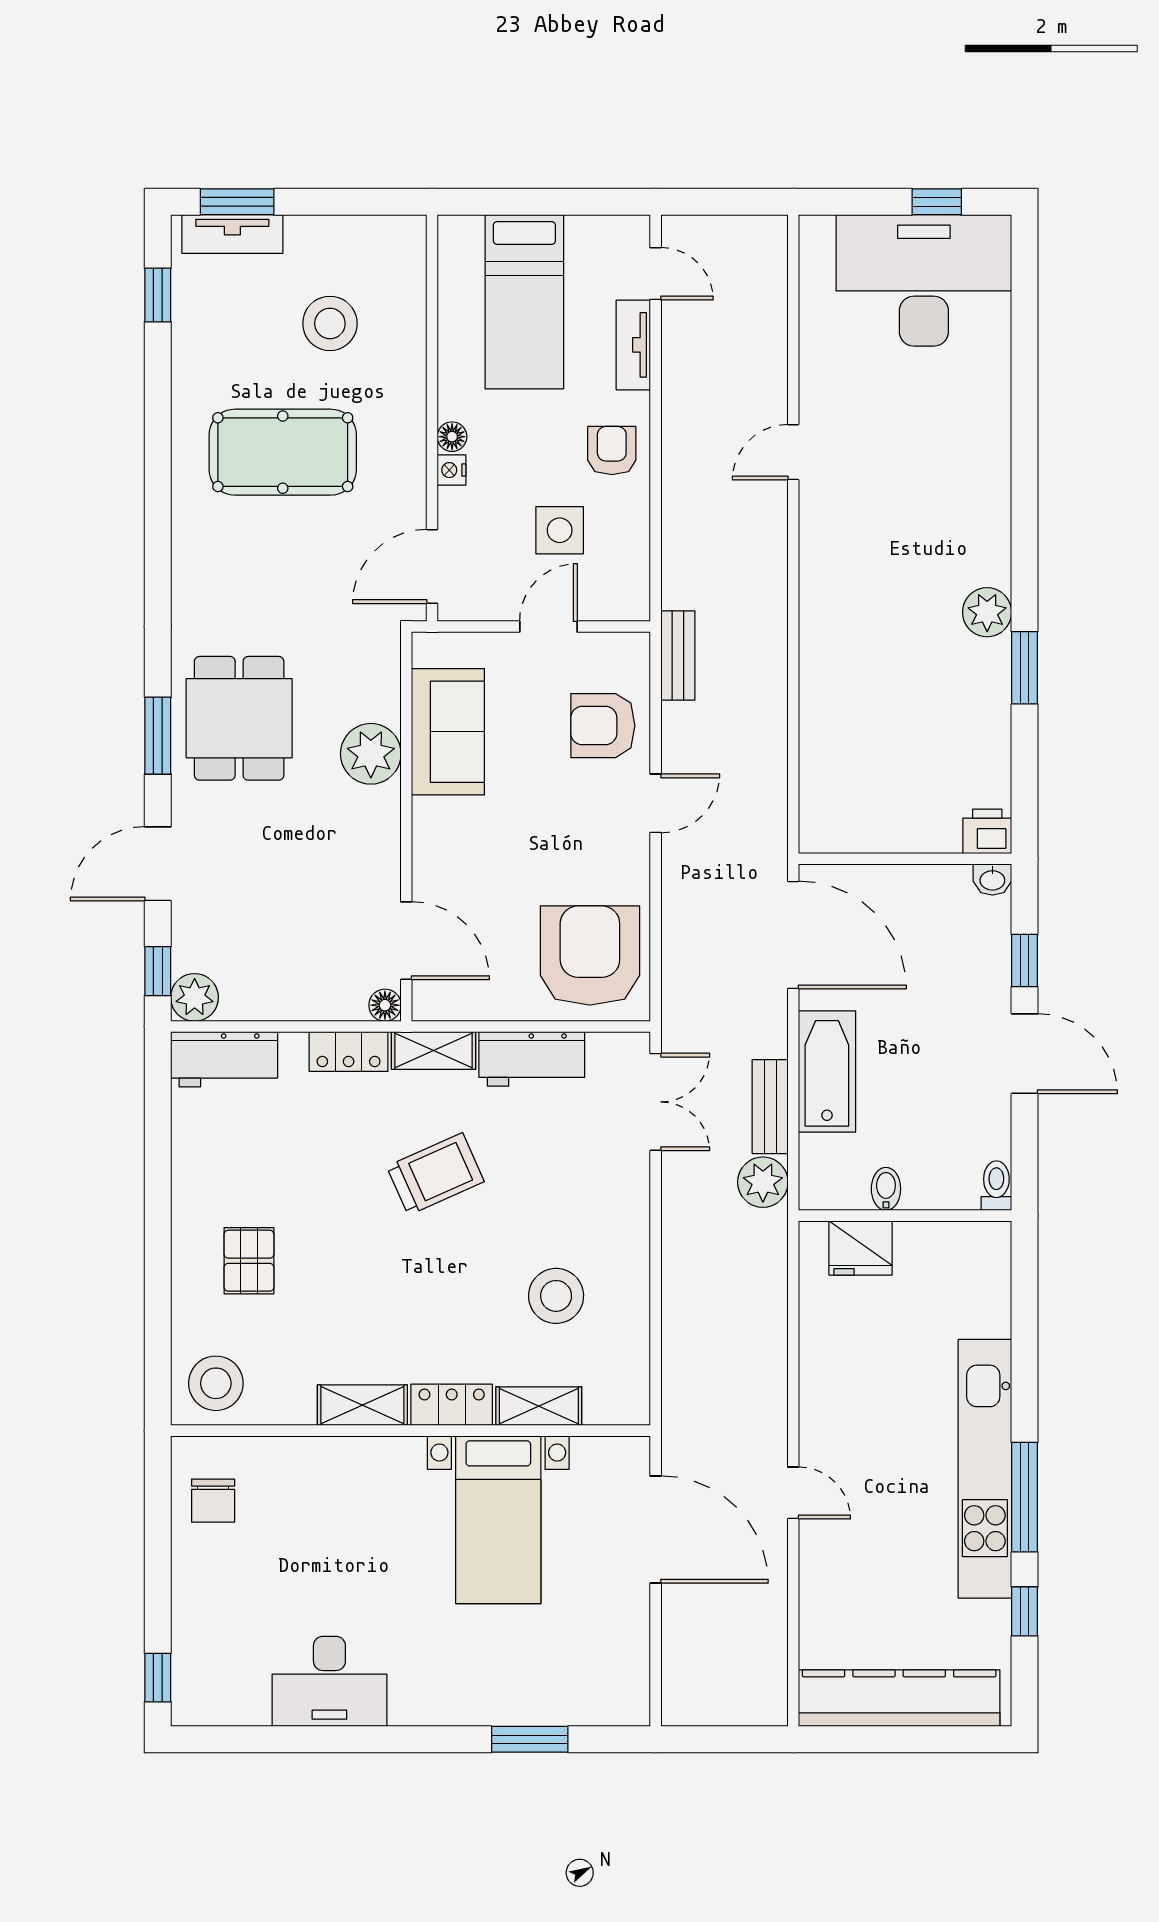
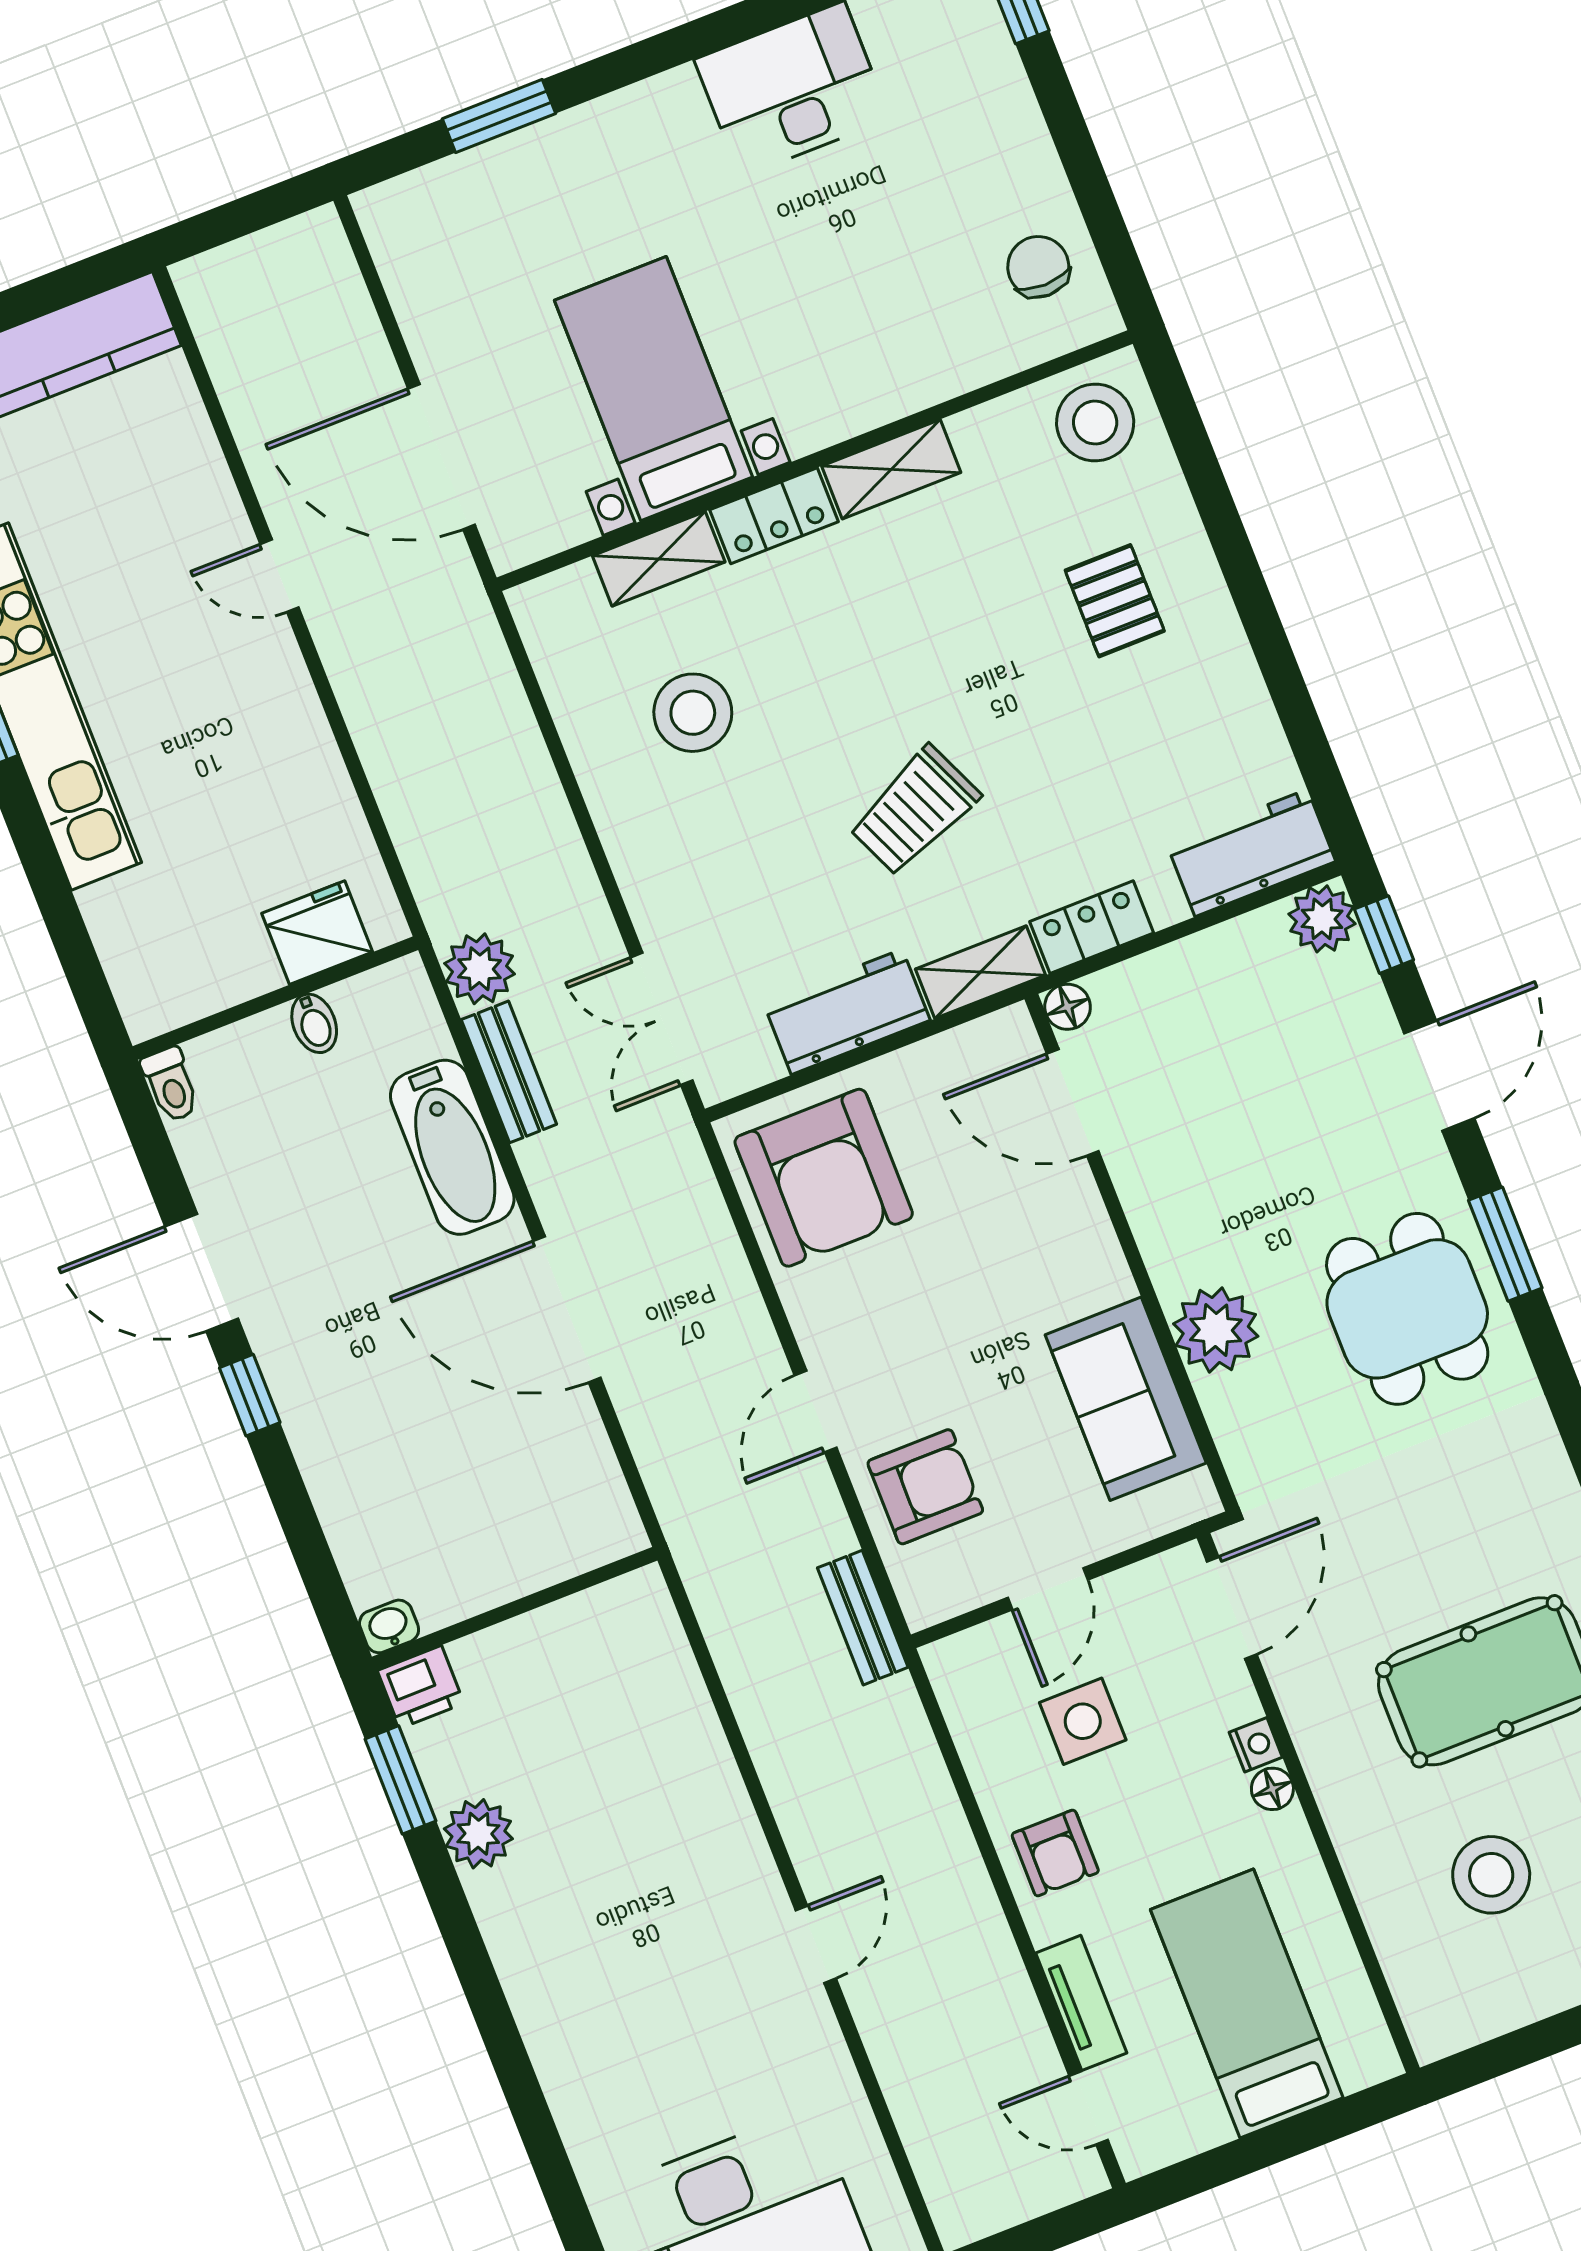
printer: (987, 831) -> (421, 1687), moved
wall: (905, 859) -> (515, 1609), moved
washbasin: (992, 879) -> (389, 1626), moved

